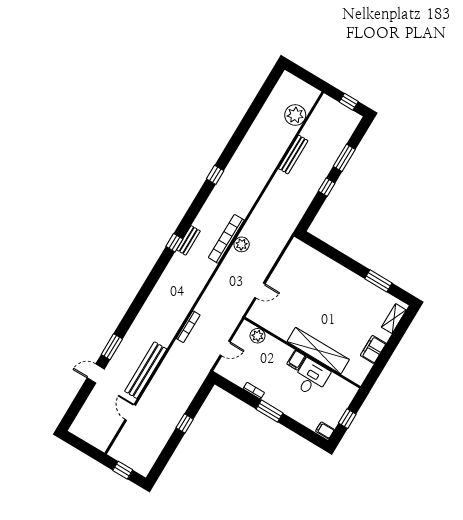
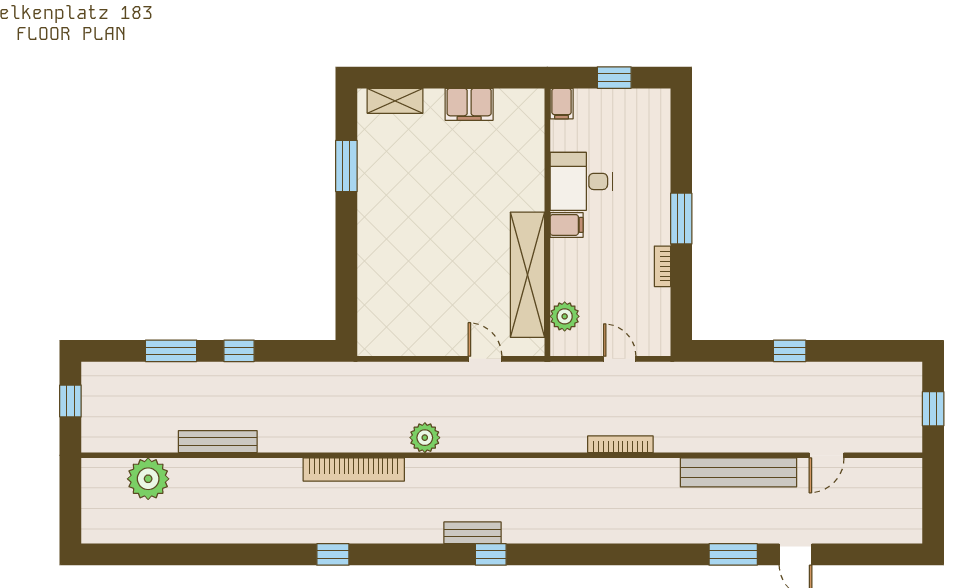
bookcase: (226, 239) -> (354, 470), moved
shelving: (318, 351) -> (528, 275), moved
filing cabinet: (325, 430) -> (562, 104), moved

